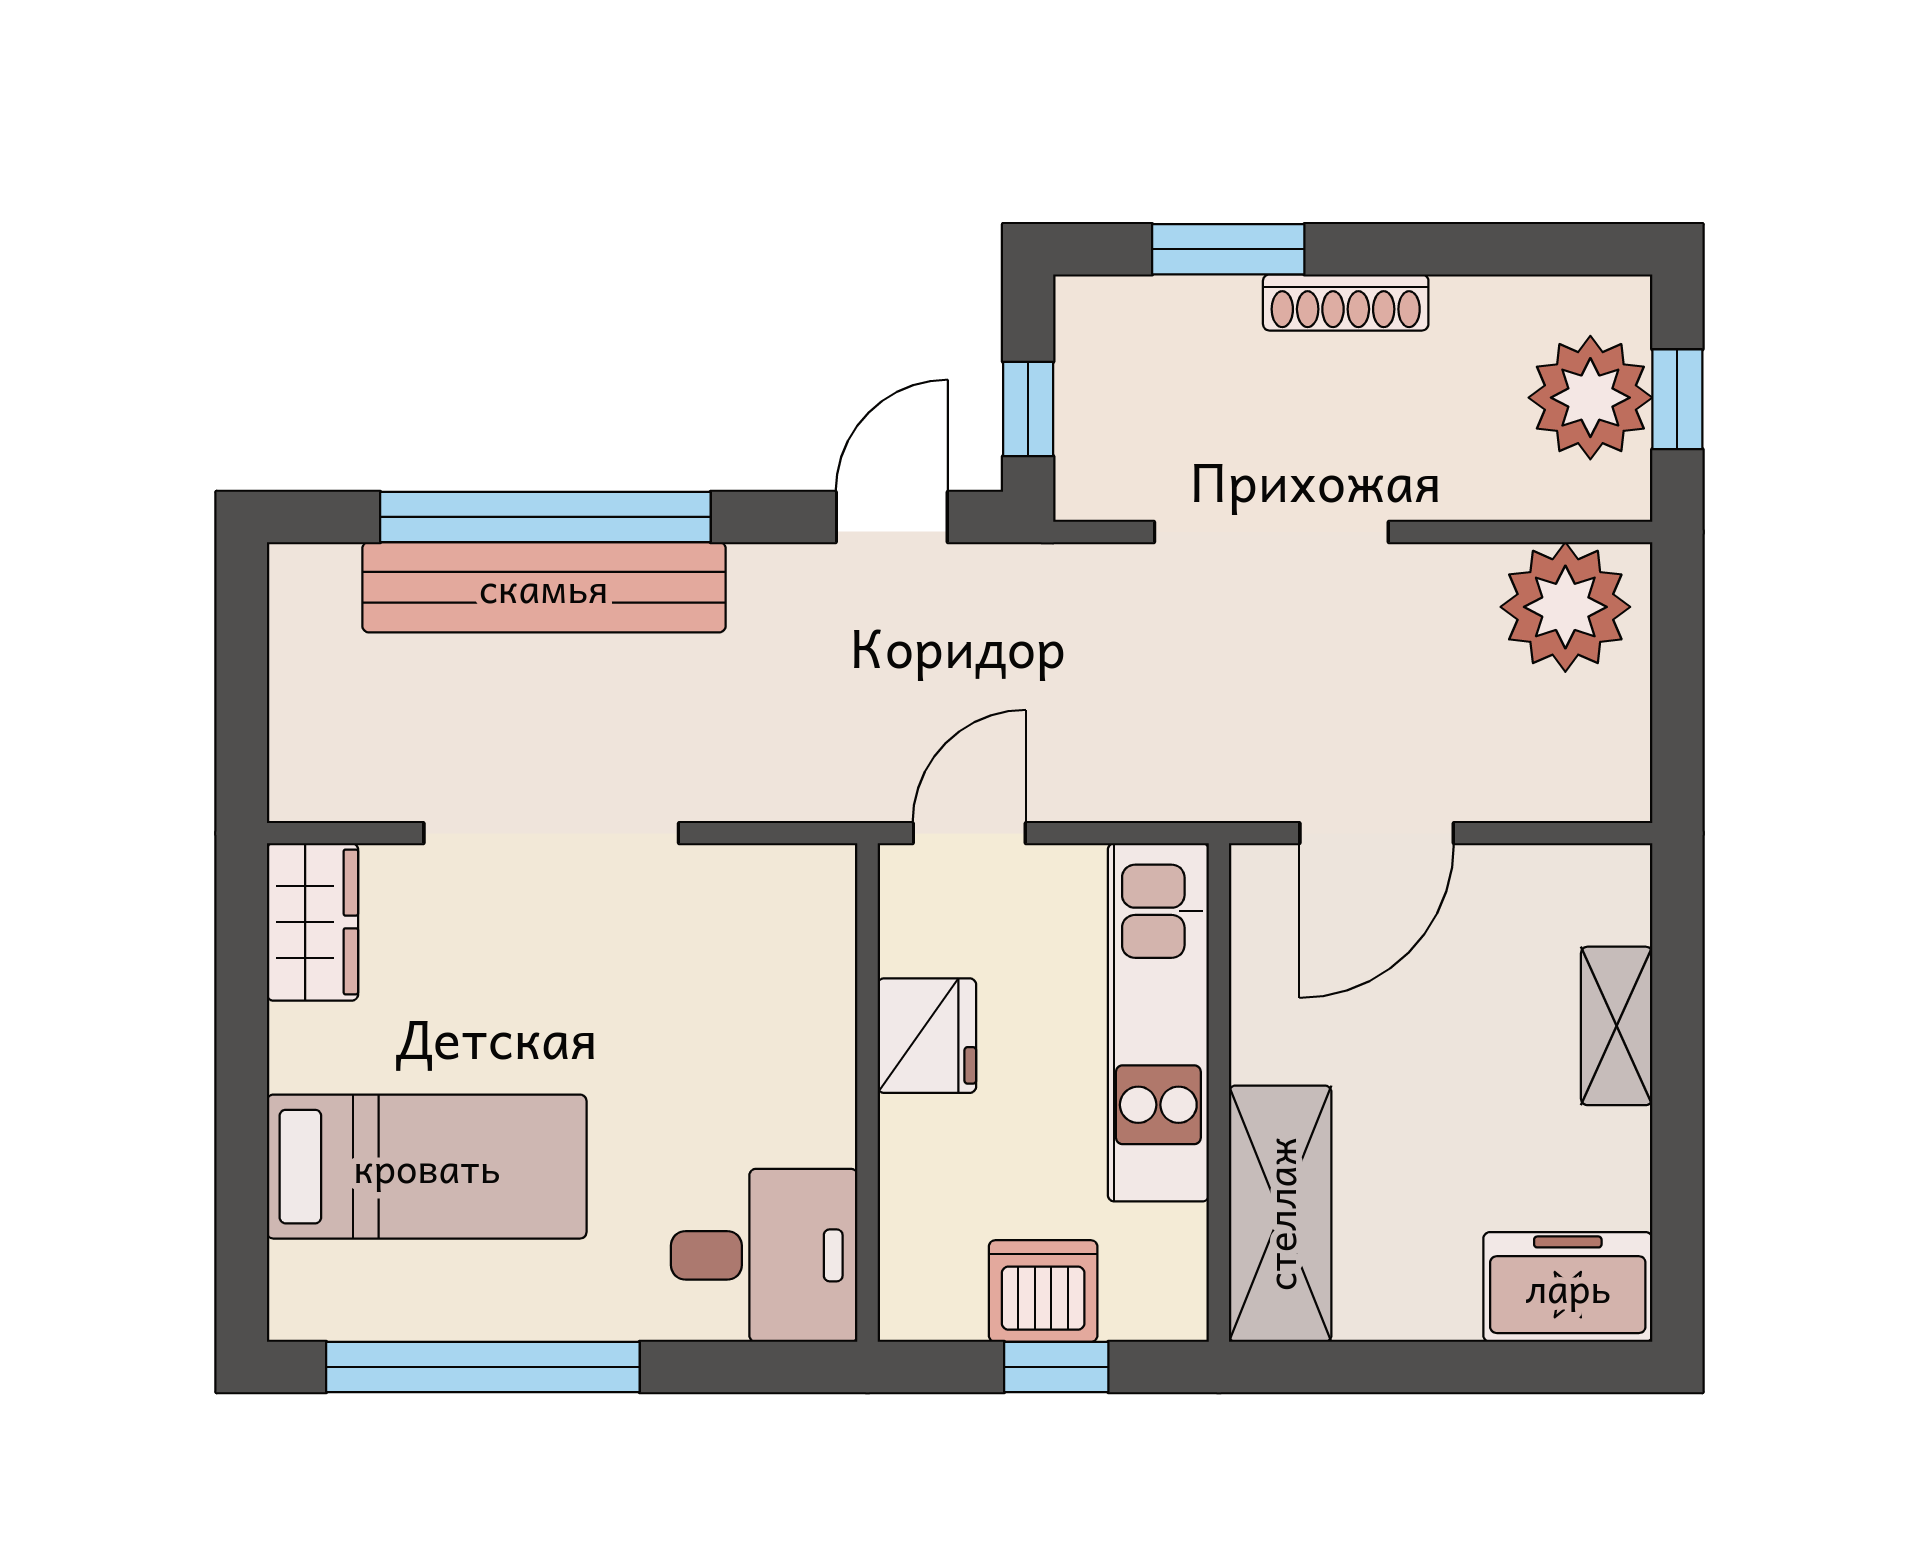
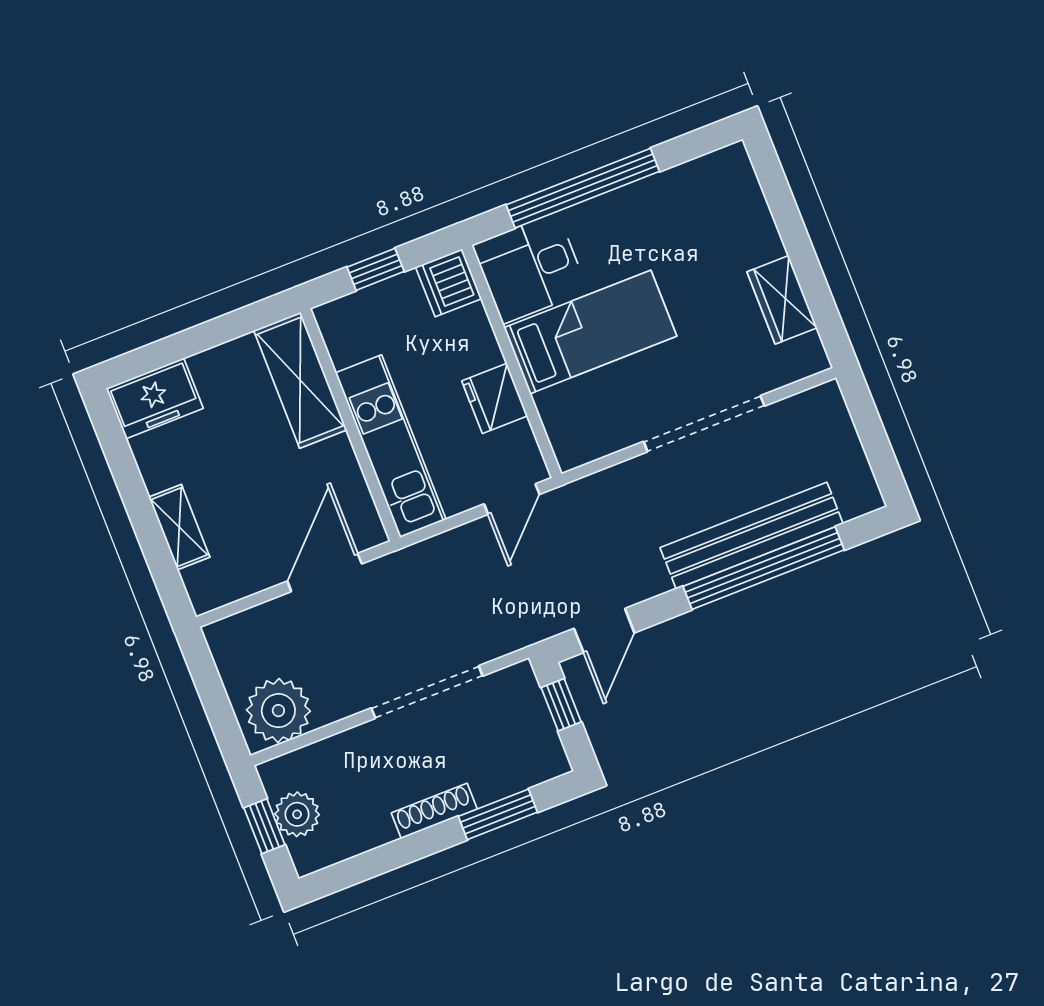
plant: (1590, 398) -> (297, 814), width x0.73, depth x0.73
wardrobe: (312, 922) -> (782, 300), moved
bed: (427, 1167) -> (590, 332), moved, turned 180
dishwasher: (1043, 1291) -> (449, 283), moved, turned 90
window: (483, 1367) -> (583, 188), moved

